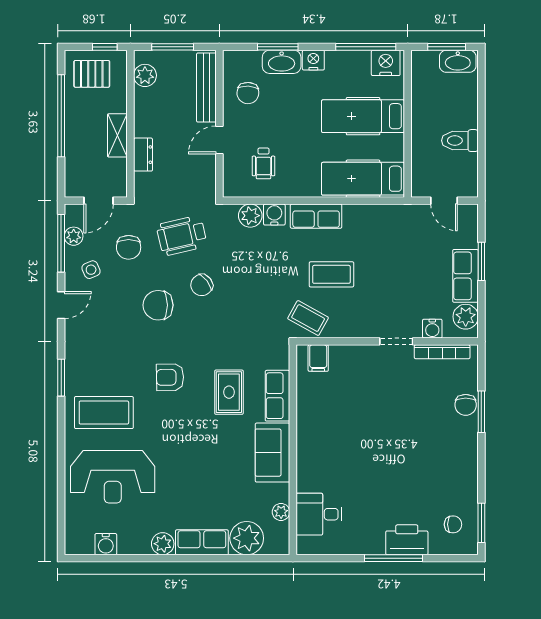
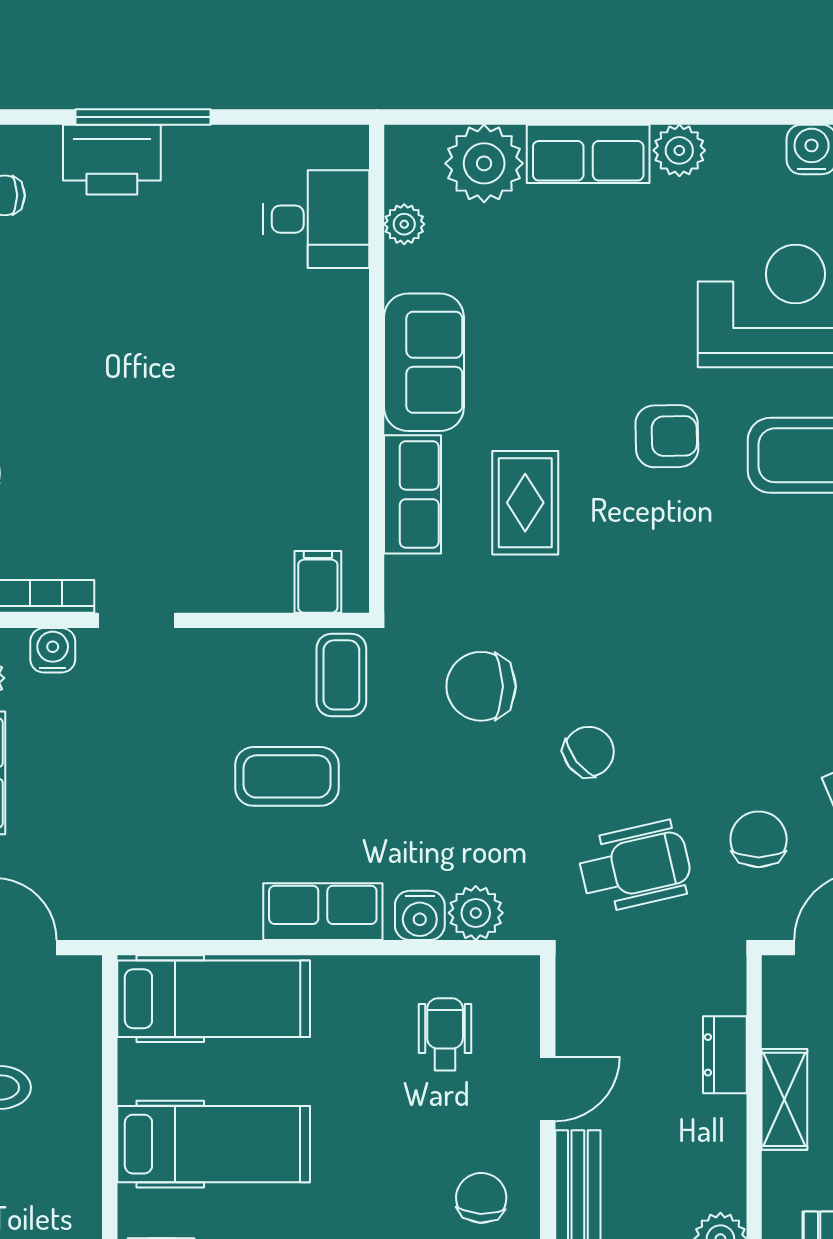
chair: (158, 305) -> (481, 686), moved, turned 180
coffee table: (308, 318) -> (341, 675), turned 61
armchair: (170, 377) -> (667, 436), moved

